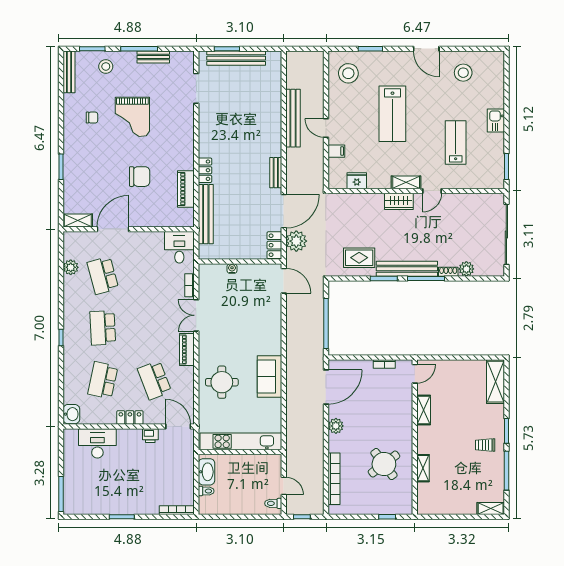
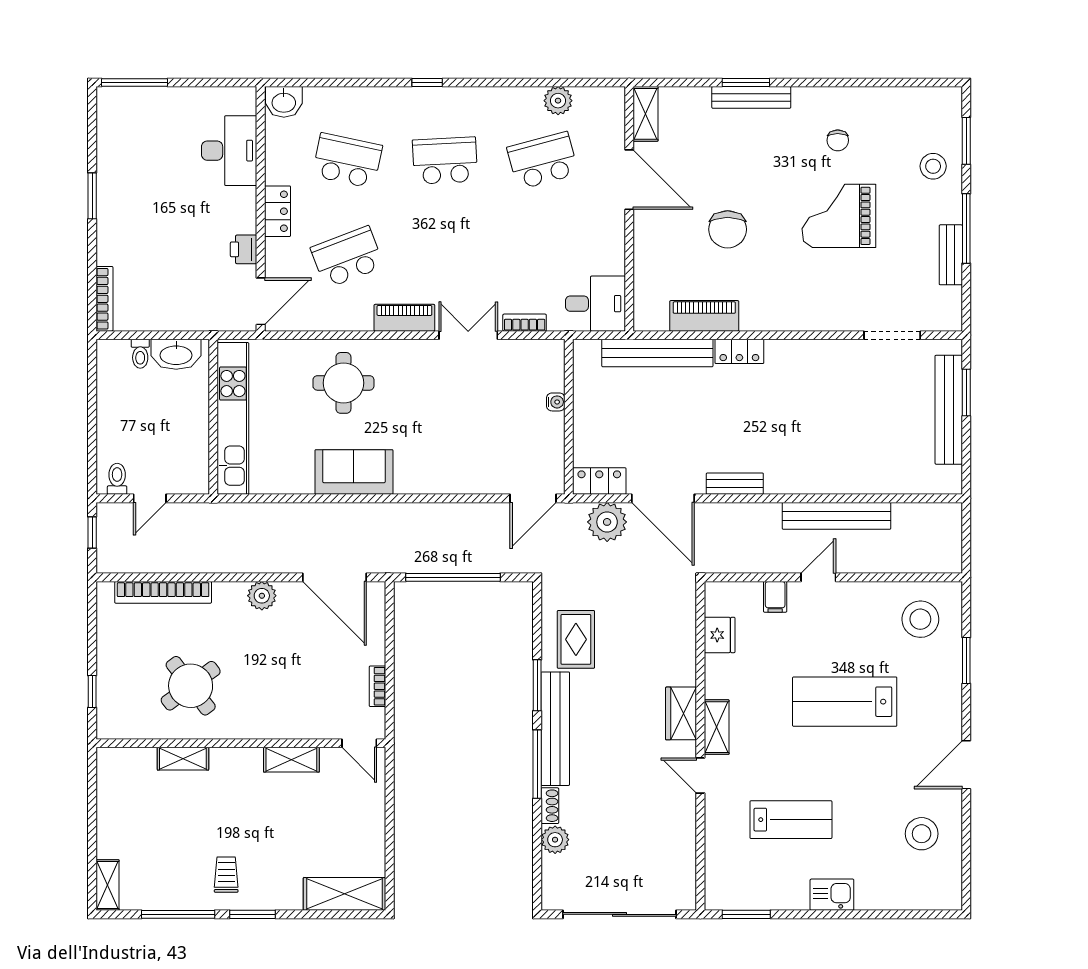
bench: (69, 72) -> (751, 97), moved

